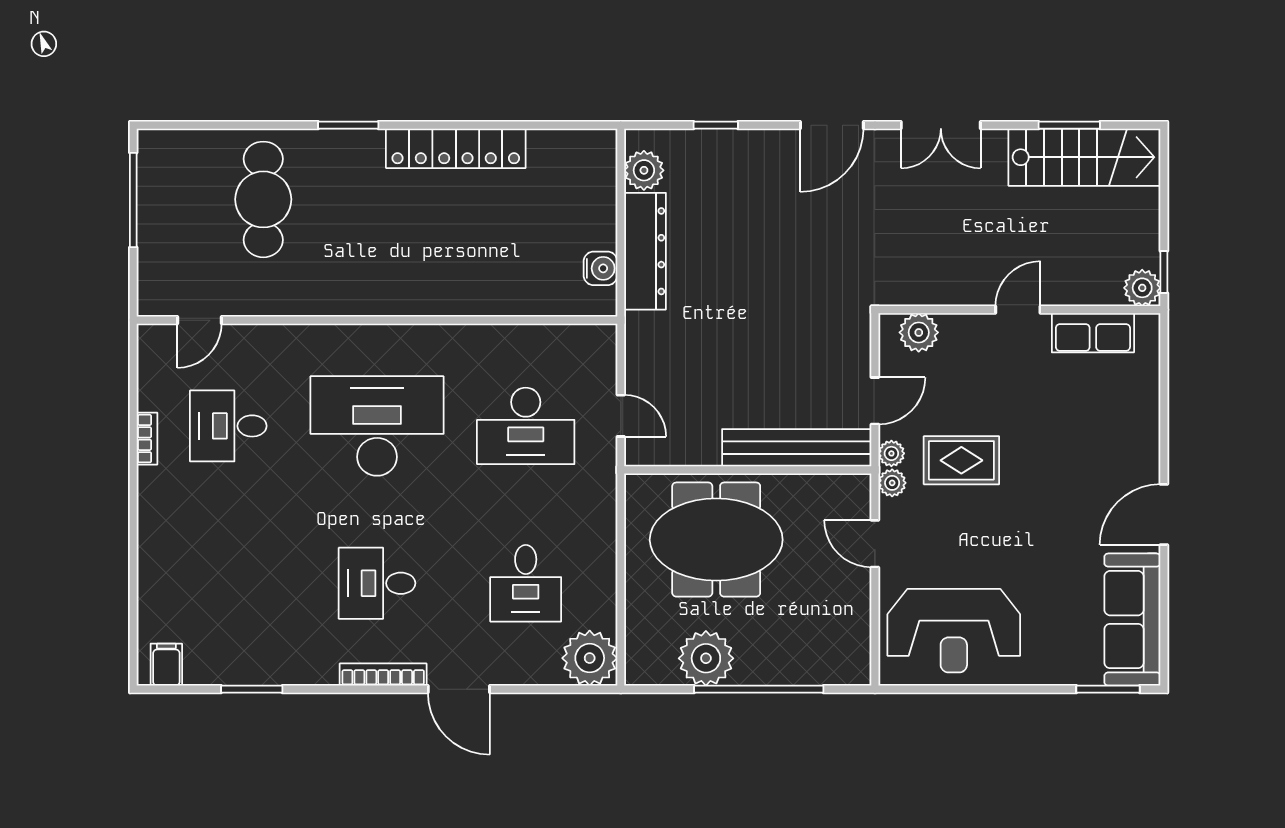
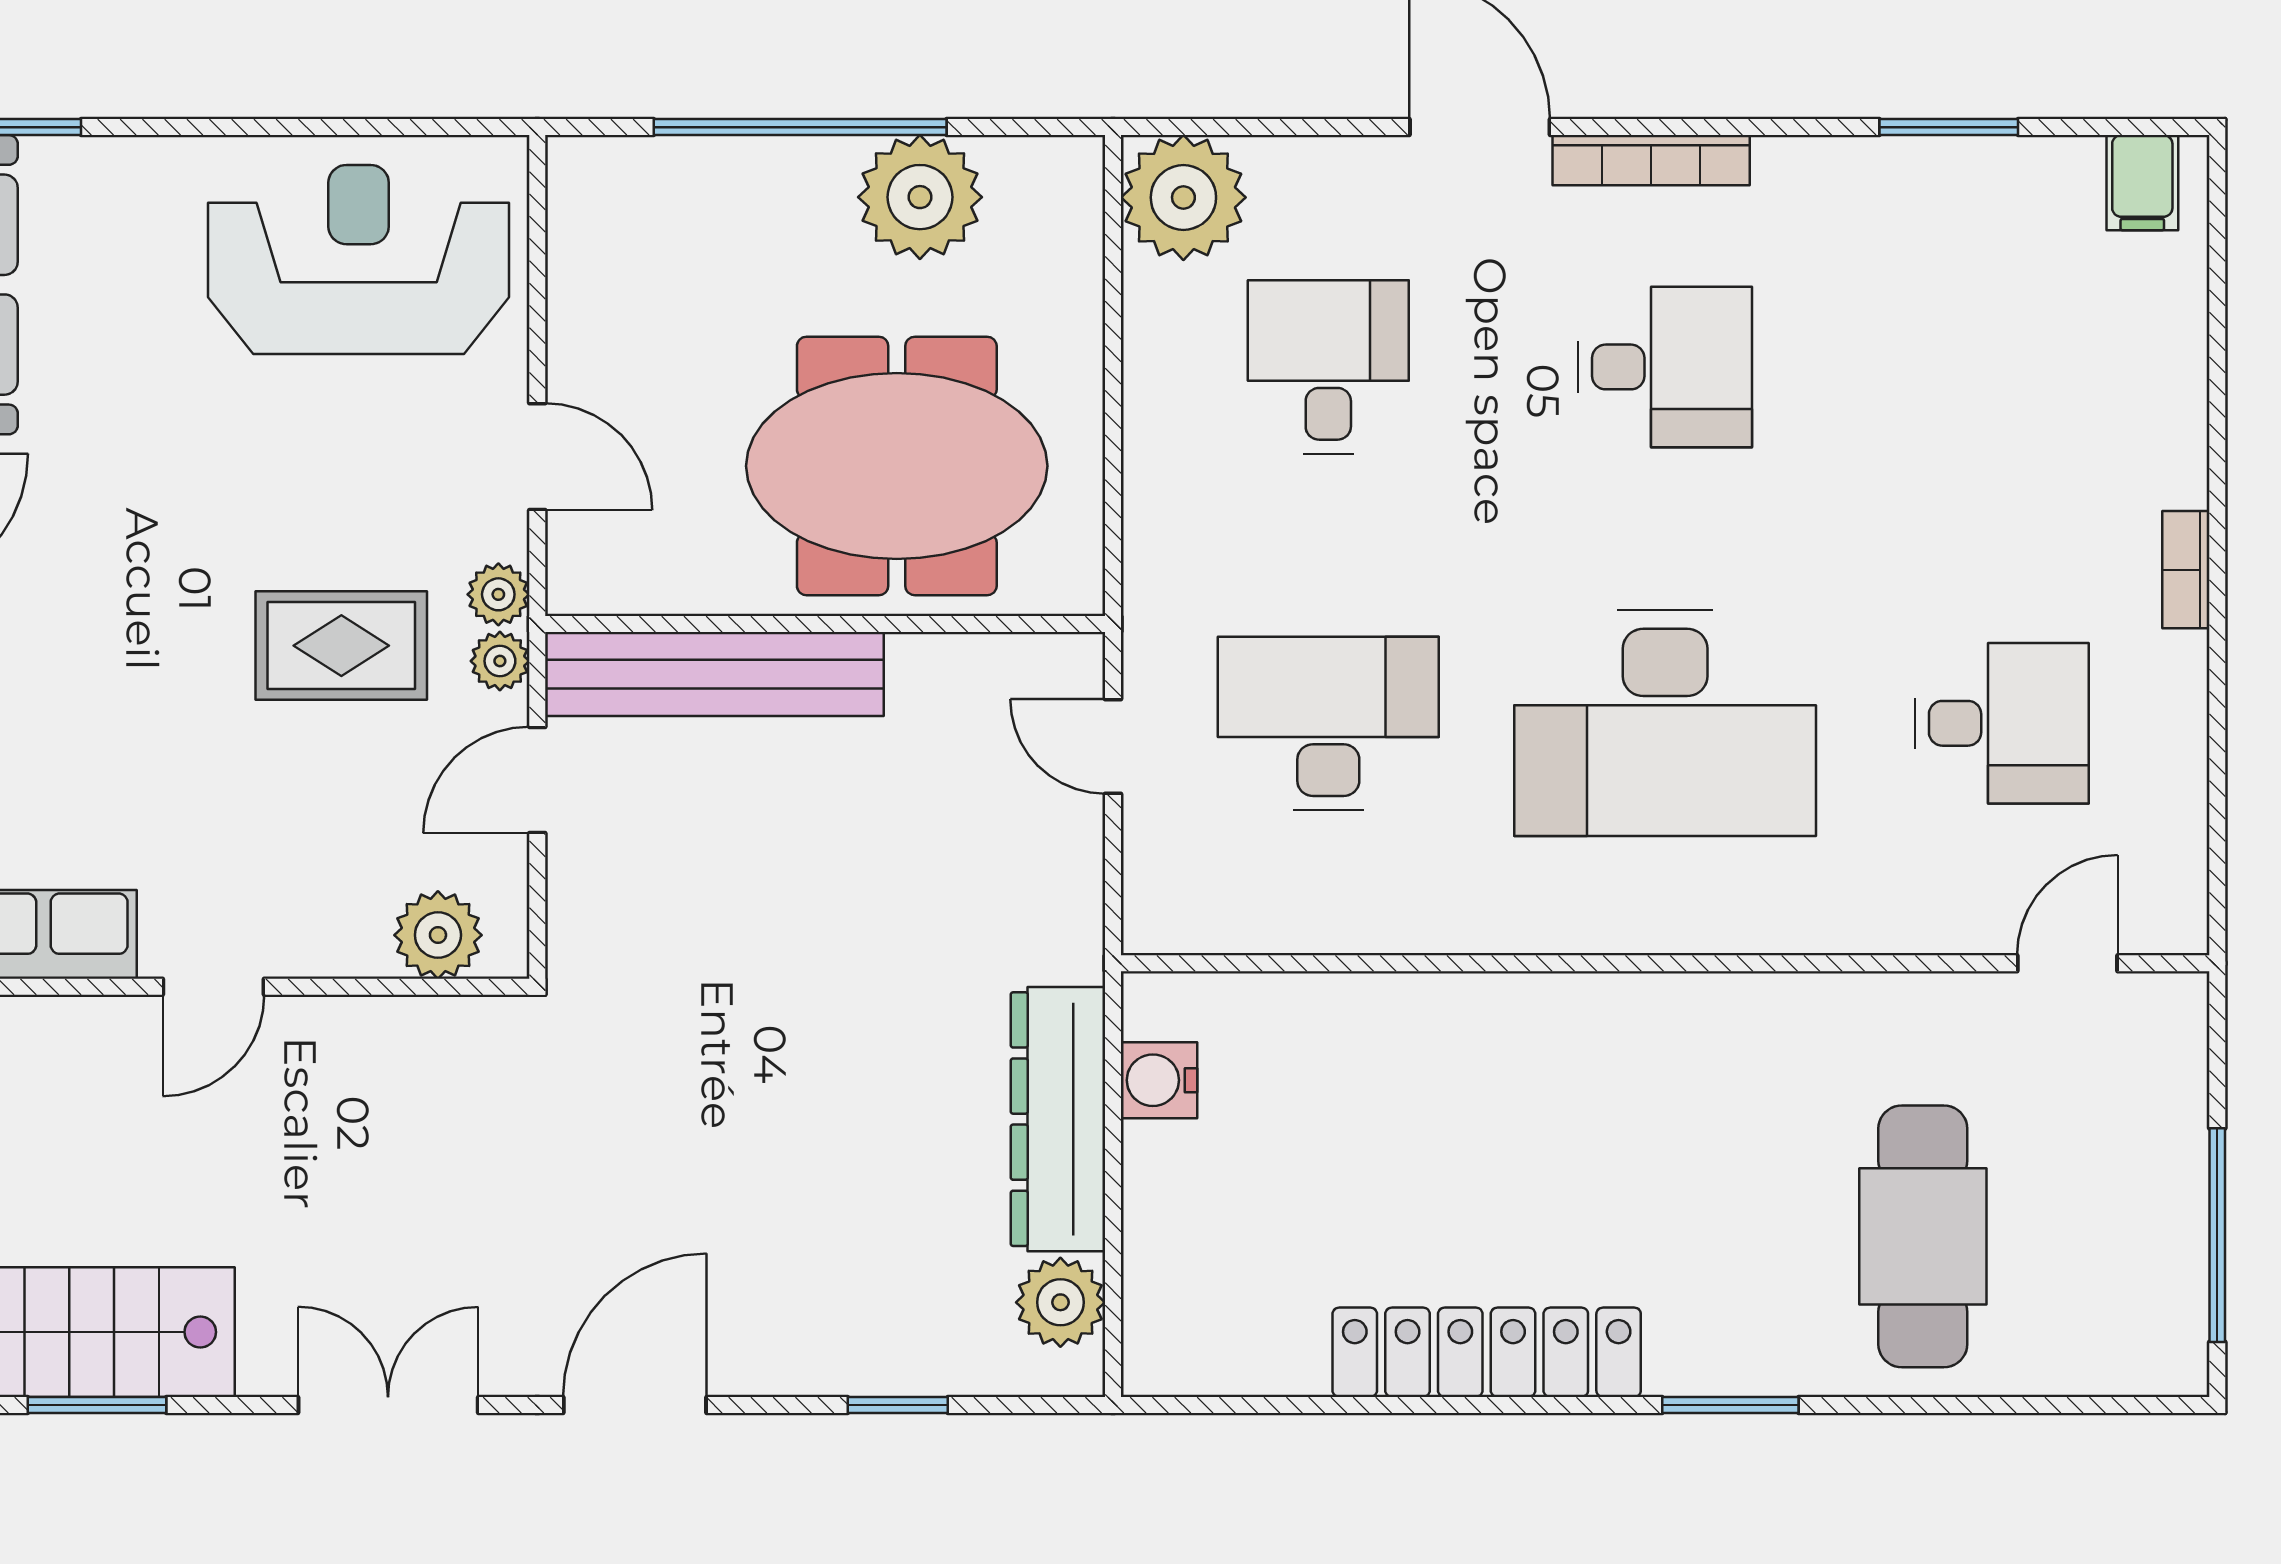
bookcase: (147, 439) -> (2186, 570), moved

